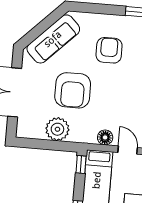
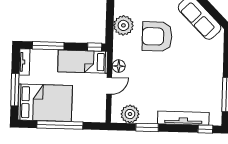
armchair: (109, 50) -> (193, 65), removed

